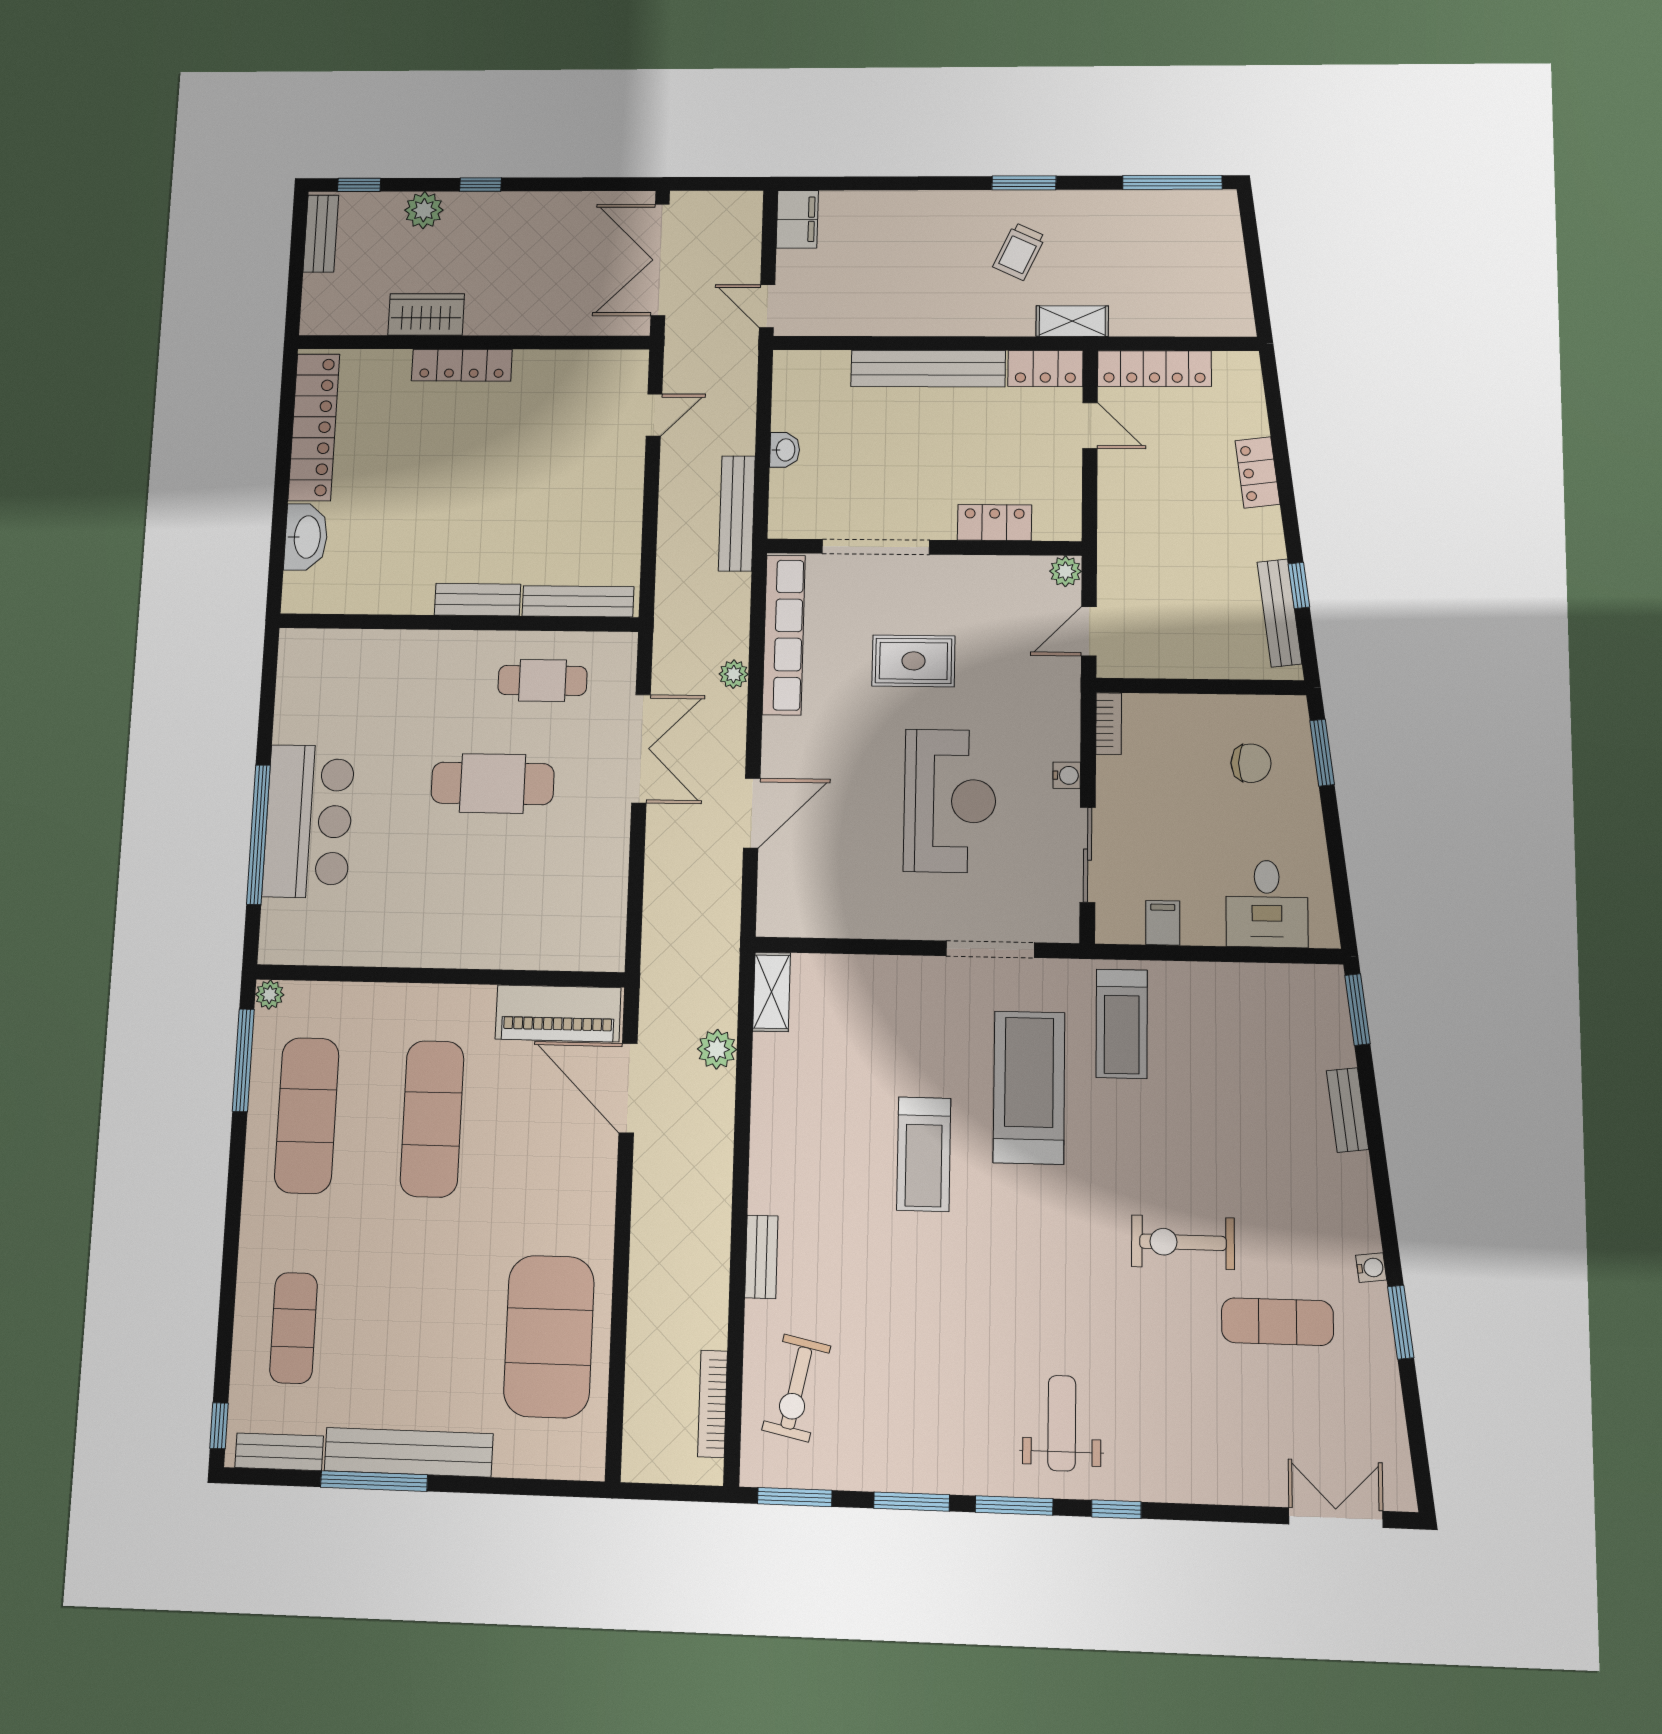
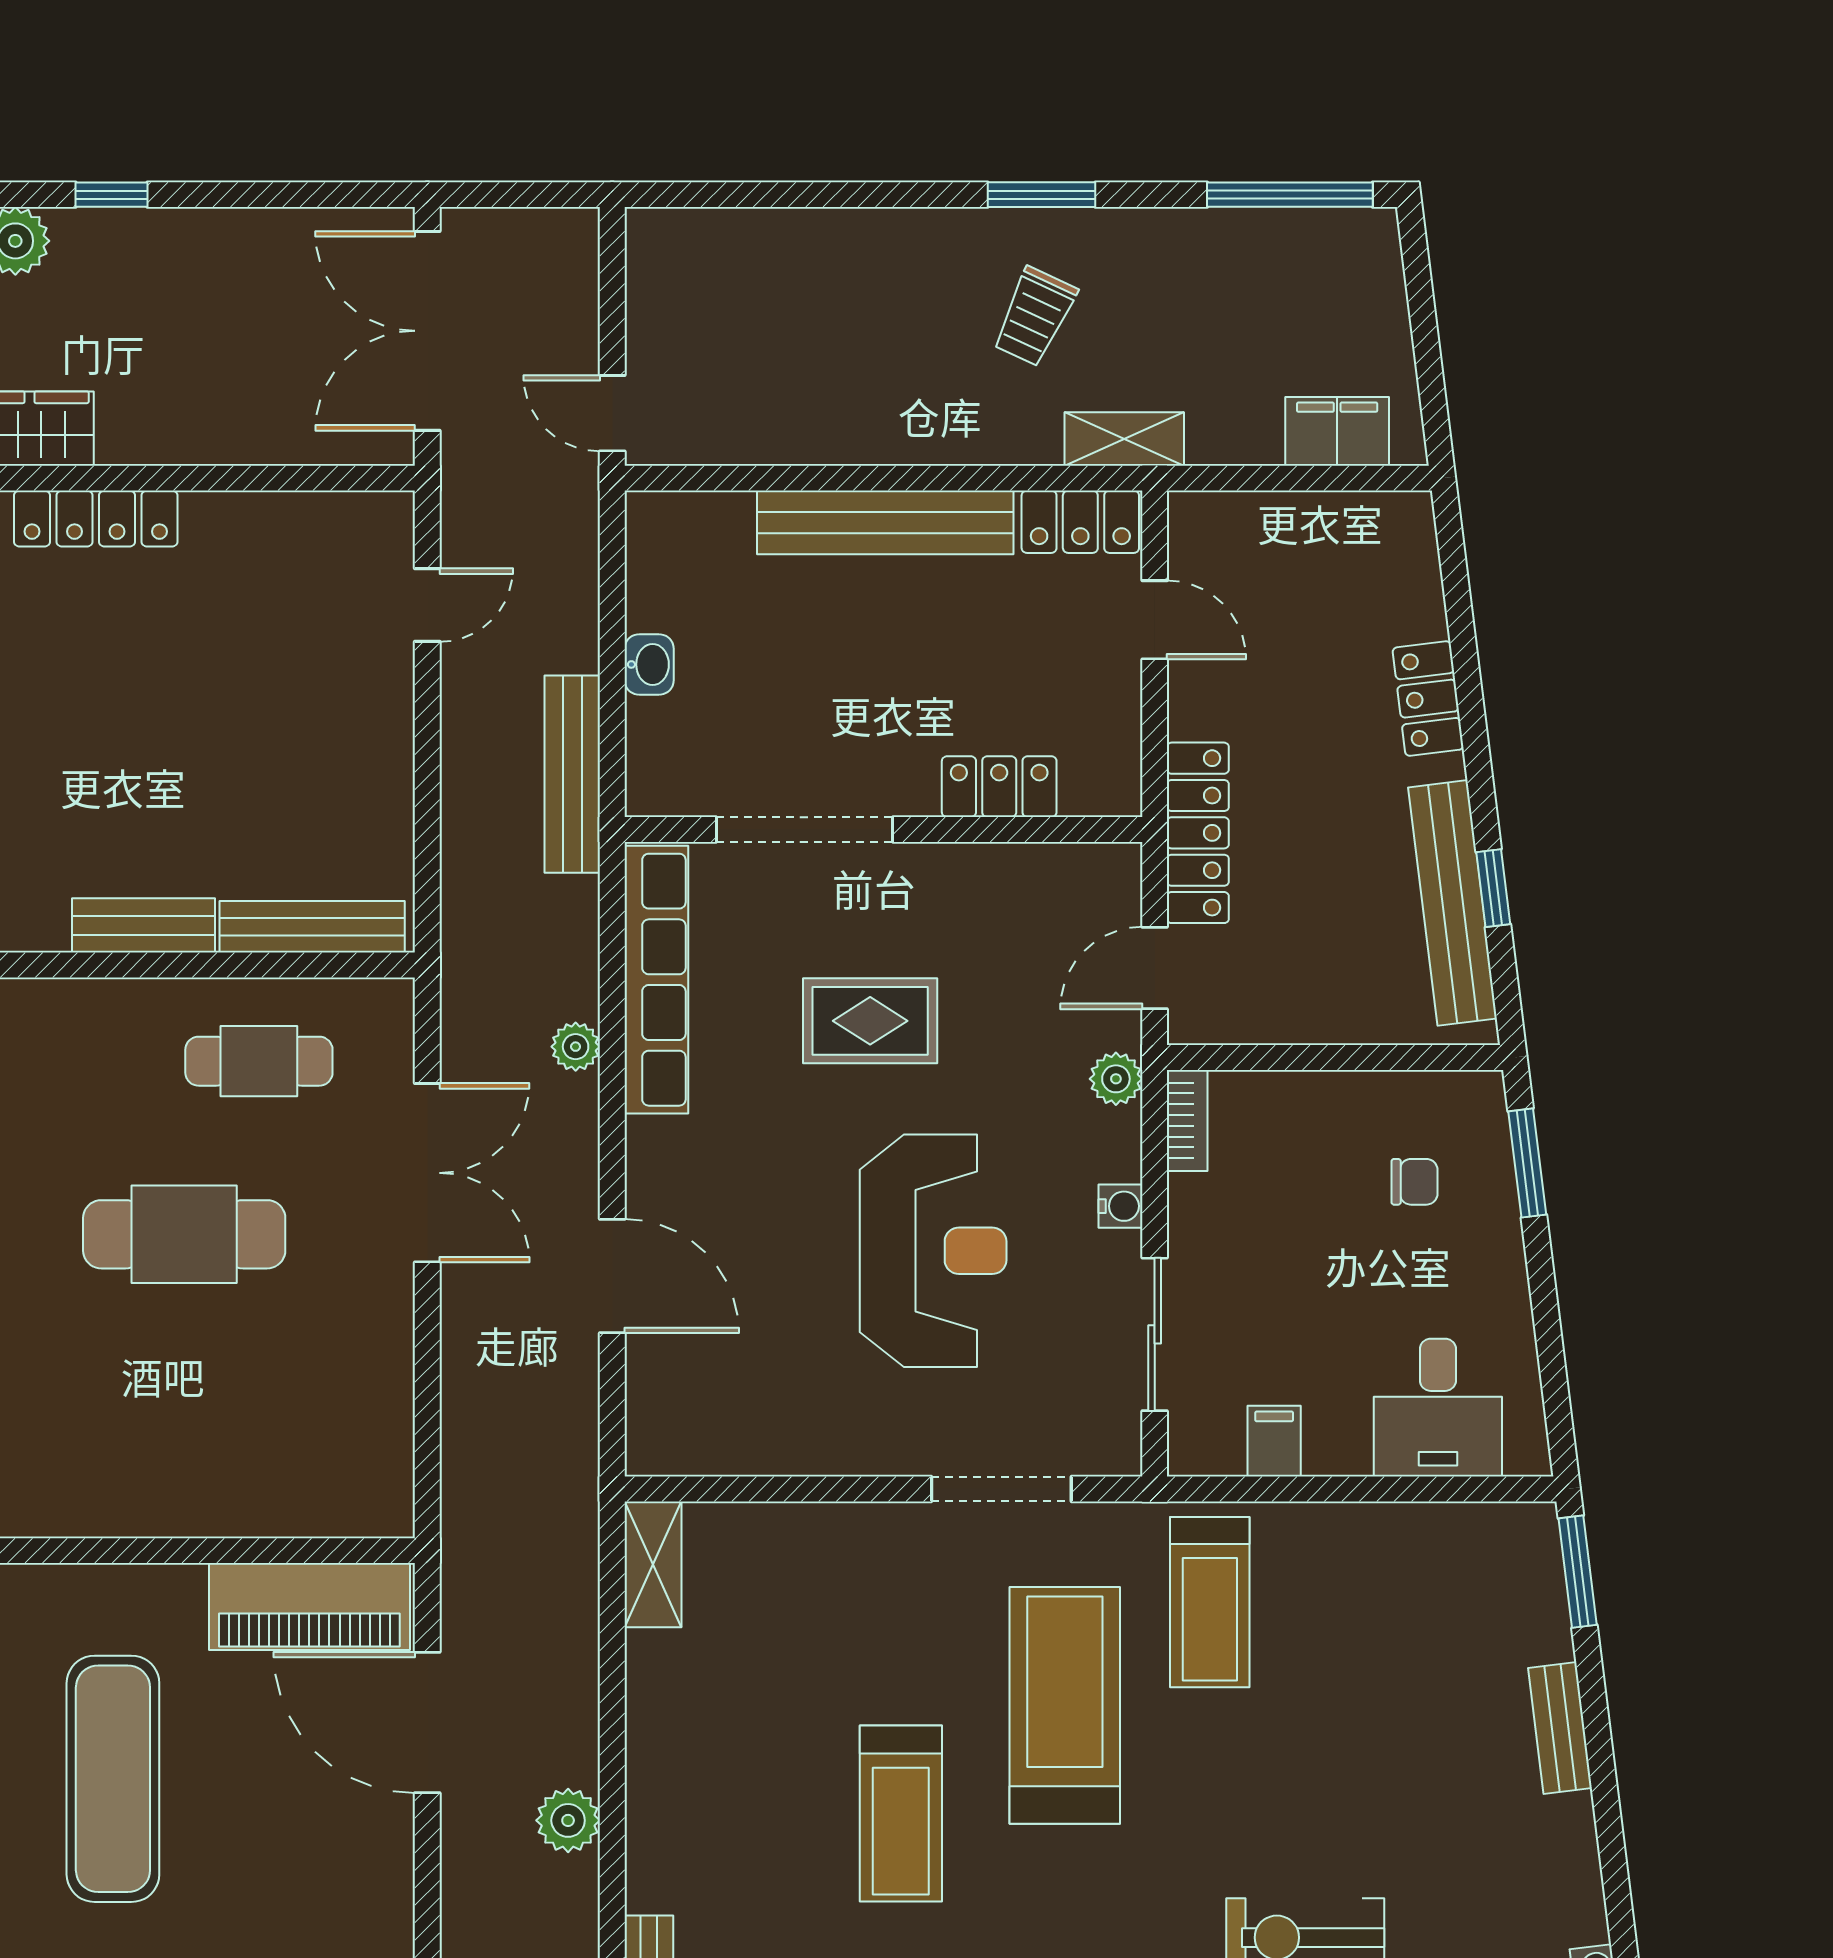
filing cabinet: (797, 219) -> (1337, 431), moved, turned -90
locker: (1154, 369) -> (1198, 833), moved, turned -90
plant: (1065, 571) -> (1116, 1079), moved
bench: (1279, 613) -> (1453, 903), width x1.37, depth x1.21
chair: (1251, 763) -> (1414, 1182), width x0.73, depth x0.73
door: (752, 813) -> (612, 1276), hinge flipped
plant: (717, 1049) -> (568, 1820), moved

